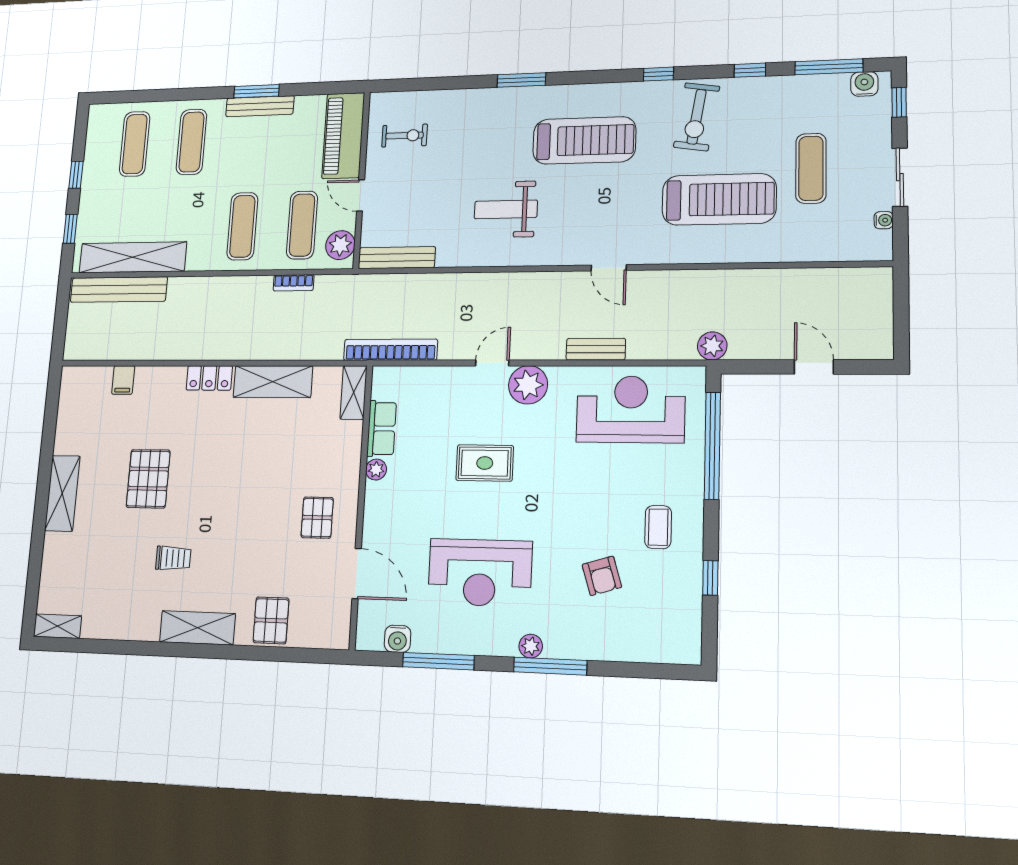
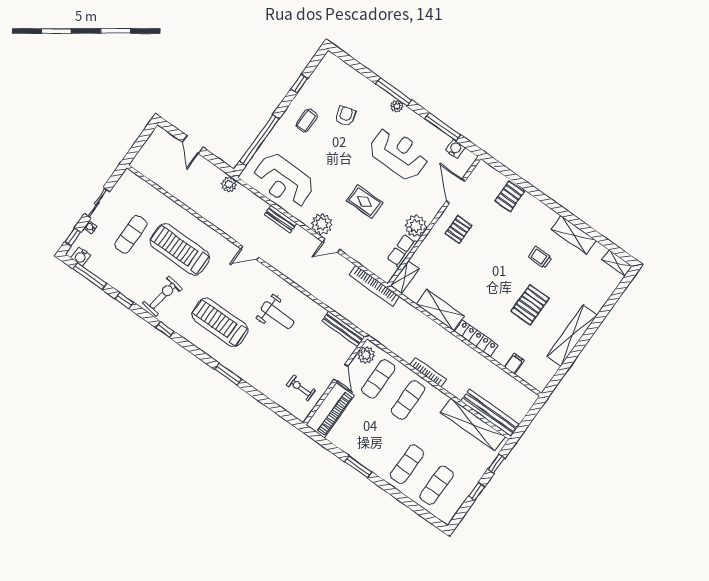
bench: (260, 106) -> (361, 457), removed
water cooler: (884, 220) -> (90, 227), moved
door: (609, 268) -> (250, 253), swing flipped
bookcase: (294, 283) -> (428, 372), moved, width x1.56
locker: (209, 378) -> (476, 338), width x1.53
plant: (376, 470) -> (416, 226), width x1.88, depth x1.88
shelving: (62, 493) -> (572, 336), width x1.47
shelving: (197, 628) -> (574, 235), moved

